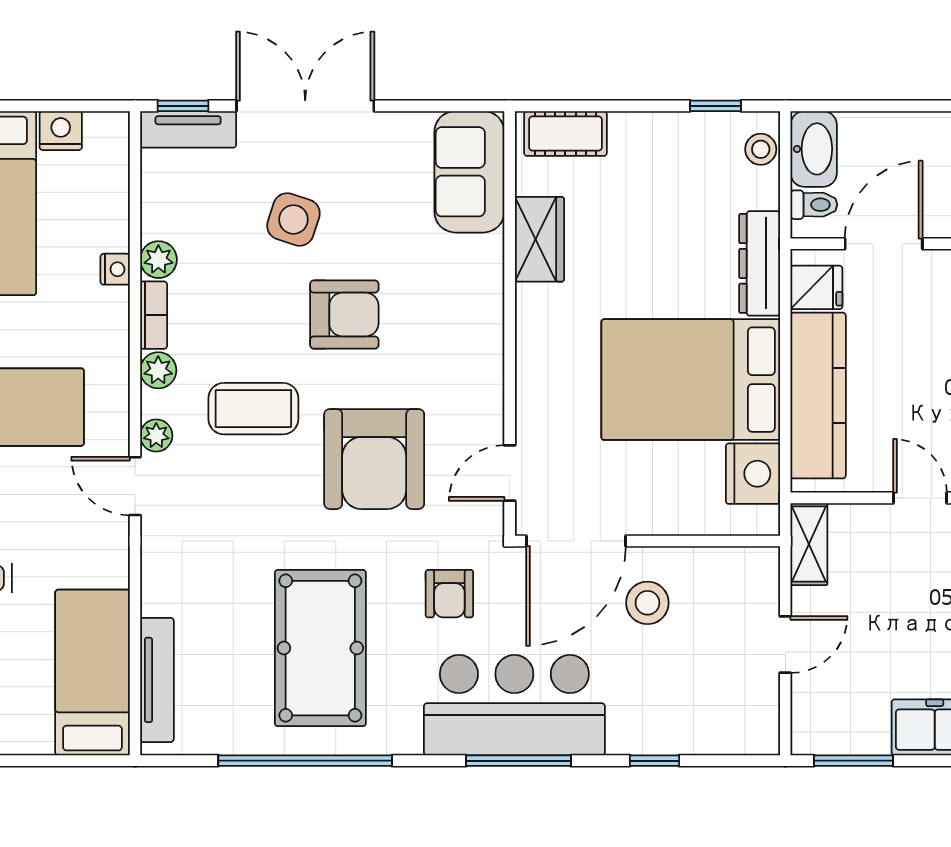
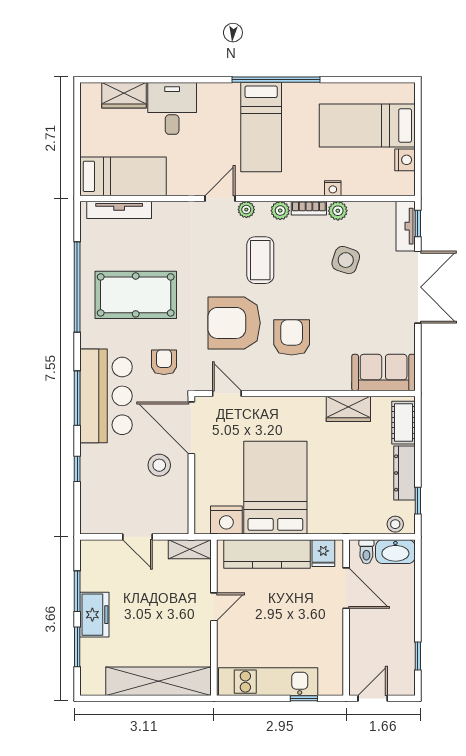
side table: (293, 219) -> (346, 260), moved
dresser: (760, 263) -> (404, 473), moved, turned -90
armchair: (344, 315) -> (292, 337), moved, turned 180
armchair: (449, 594) -> (164, 362), turned 90
window: (854, 761) -> (77, 591), moved

